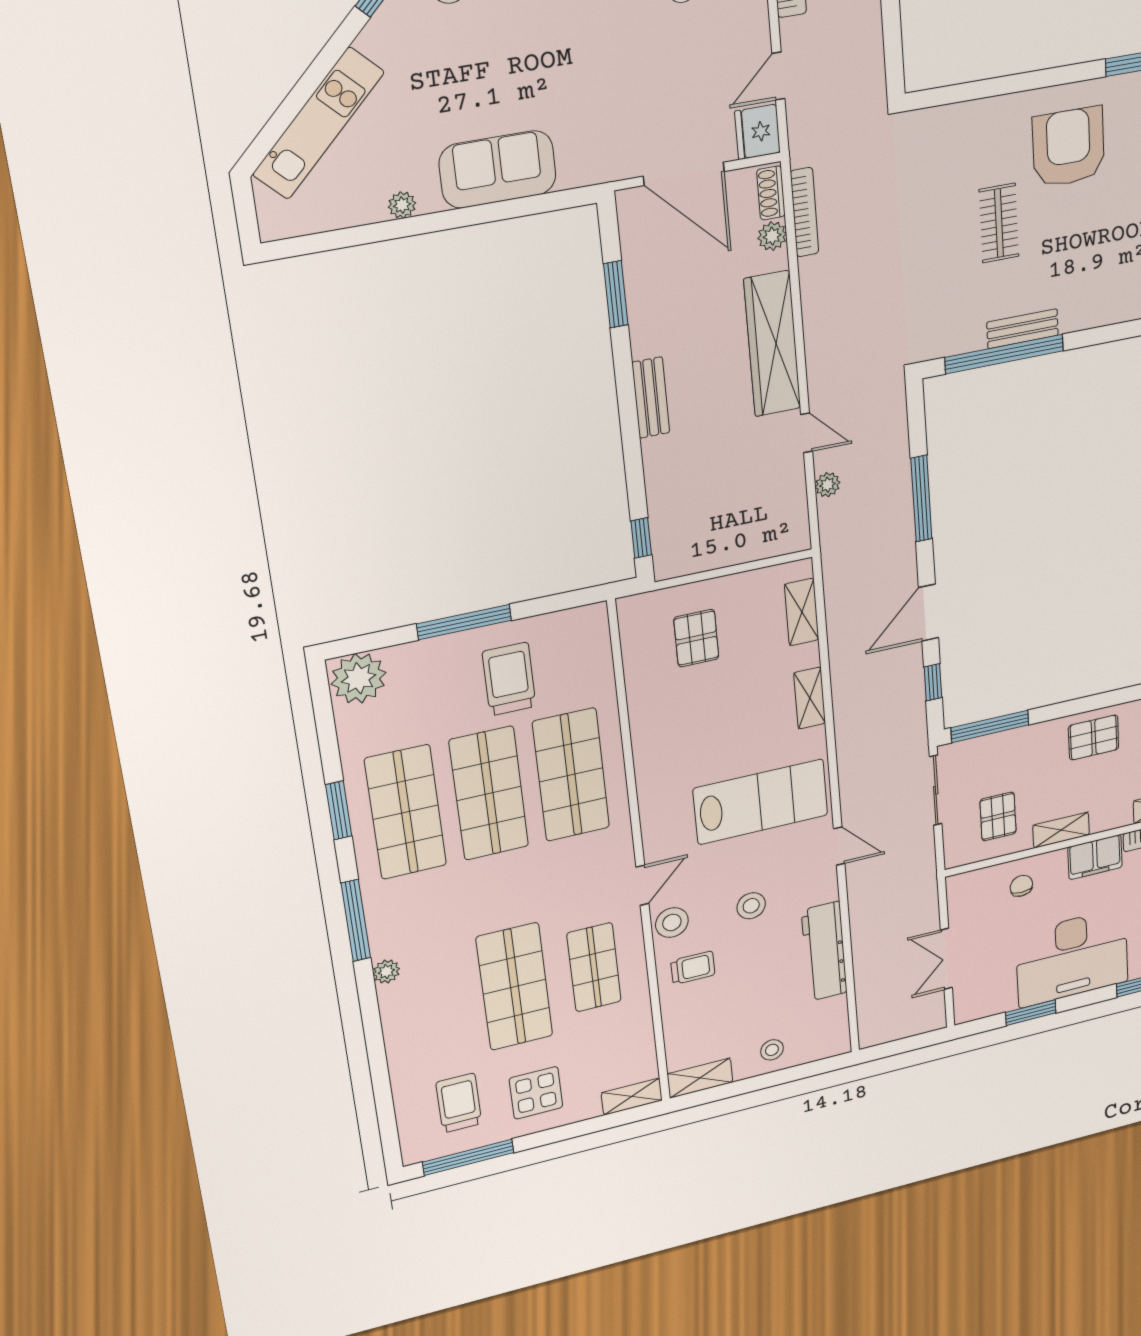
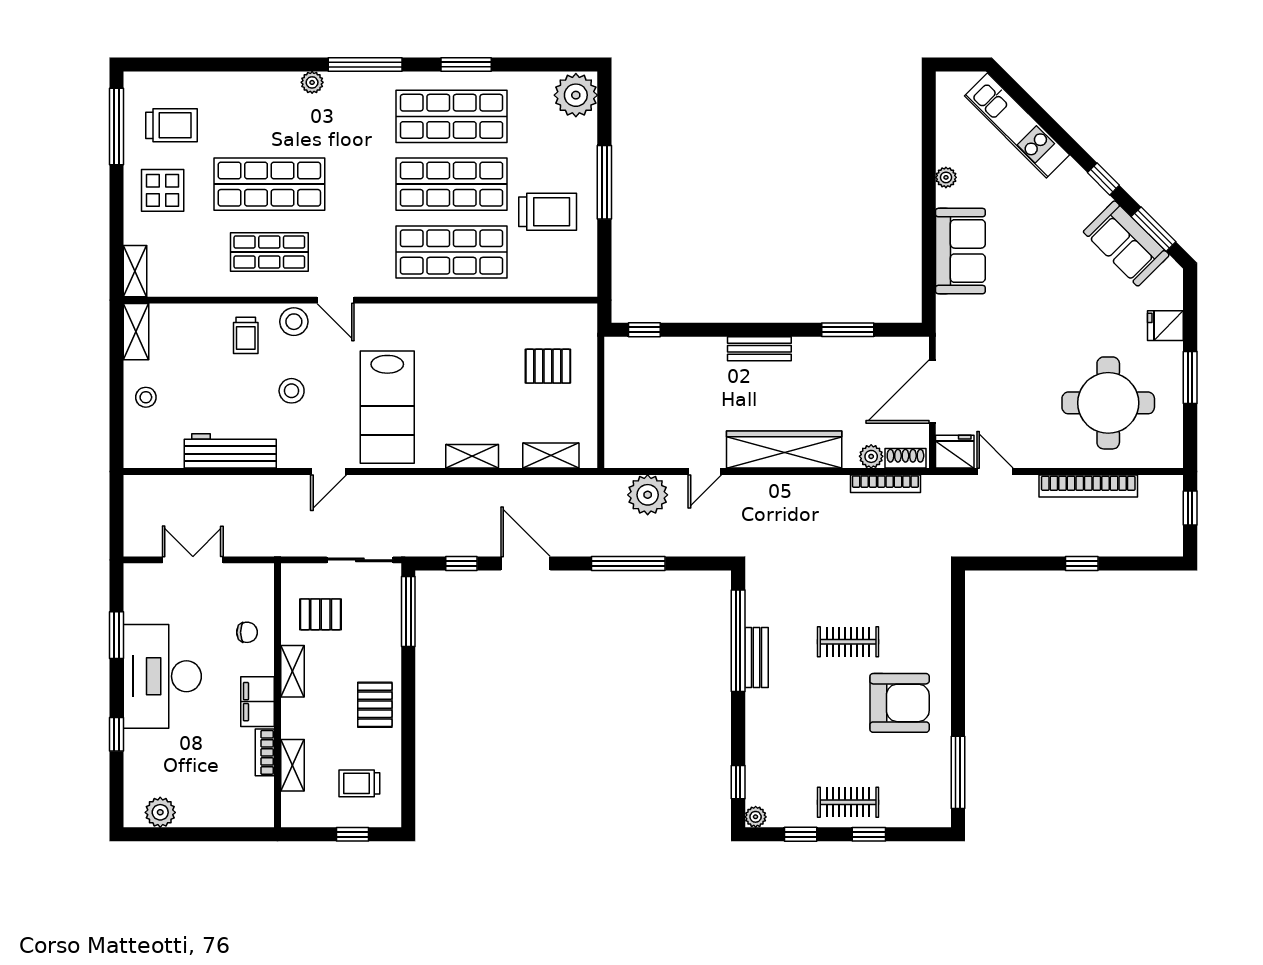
plant: (828, 485) -> (648, 495), width x1.87, depth x1.87

